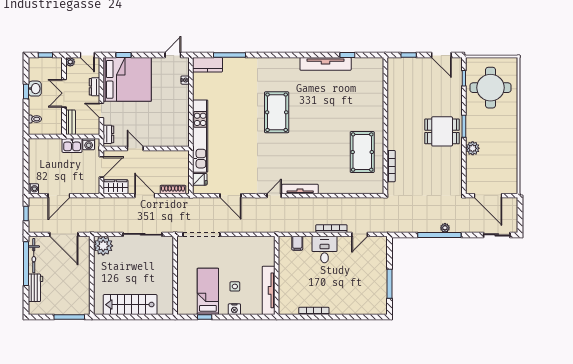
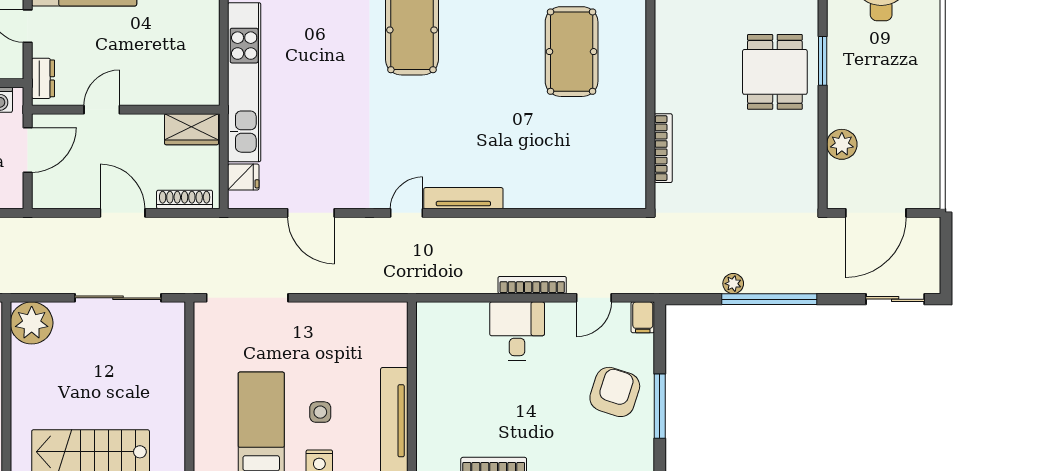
dining table: (442, 131) -> (775, 72), turned 90
plant: (473, 148) -> (842, 144), moved
door: (135, 149) -> (102, 110), hinge flipped
pool table: (362, 152) -> (572, 52), moved
wardrobe: (116, 187) -> (192, 129), moved, turned 180
door: (488, 196) -> (876, 213), hinge flipped
plant: (445, 228) -> (733, 284), moved
filing cabinet: (297, 243) -> (643, 317), moved
armchair: (369, 277) -> (615, 392), added

